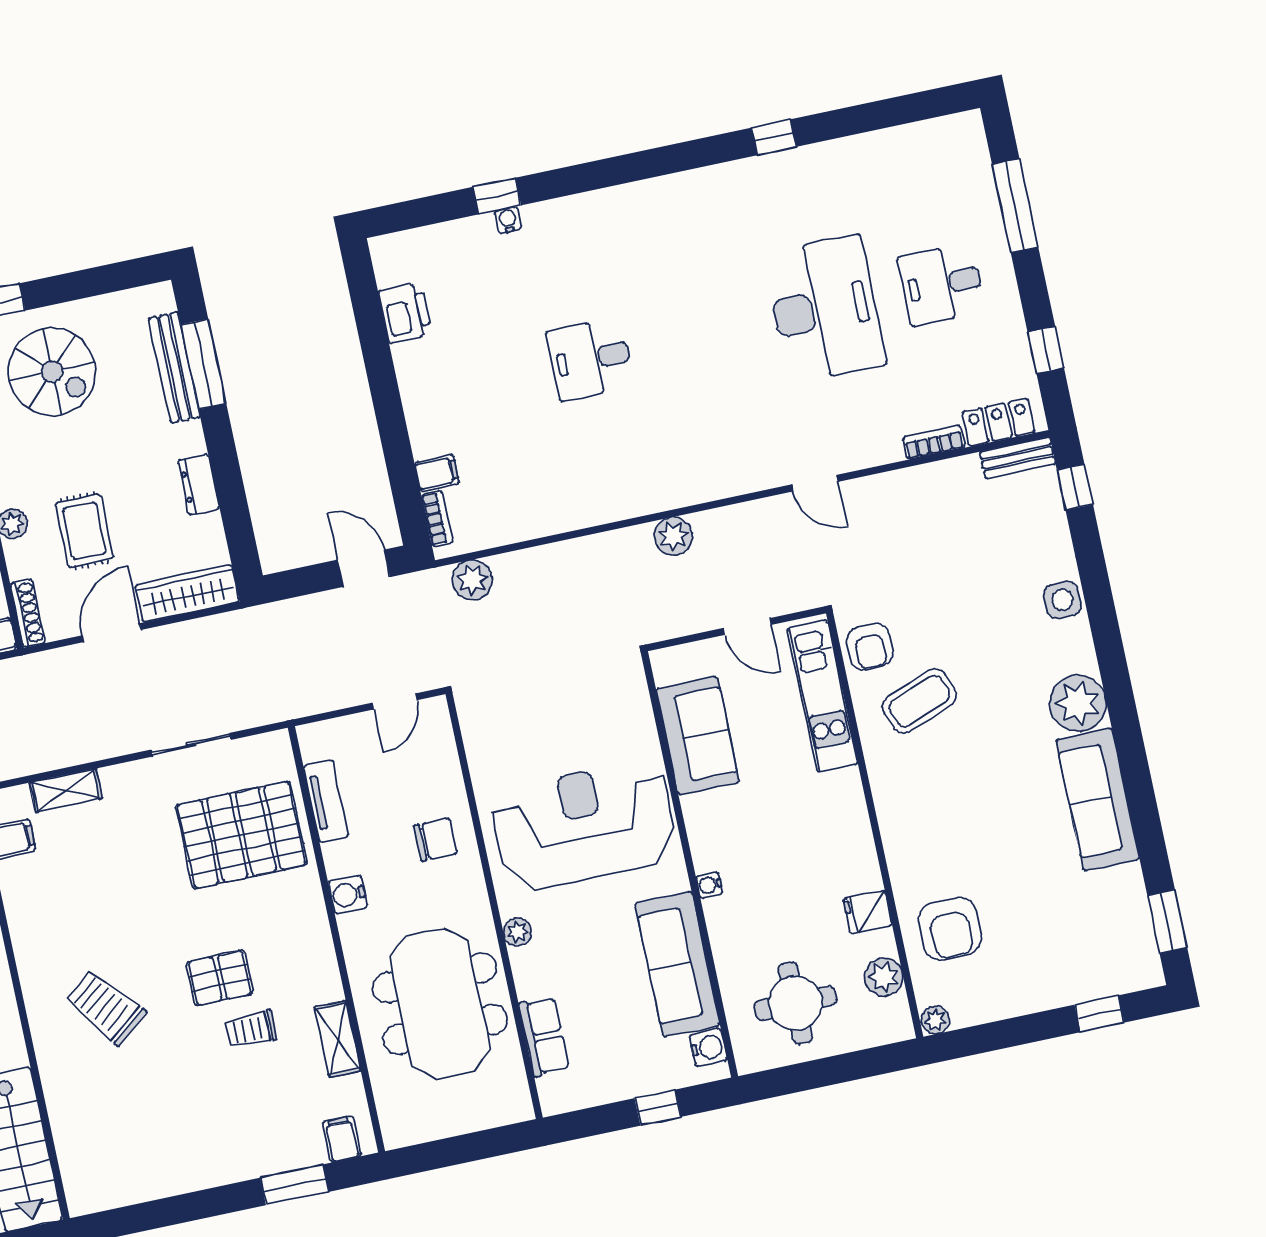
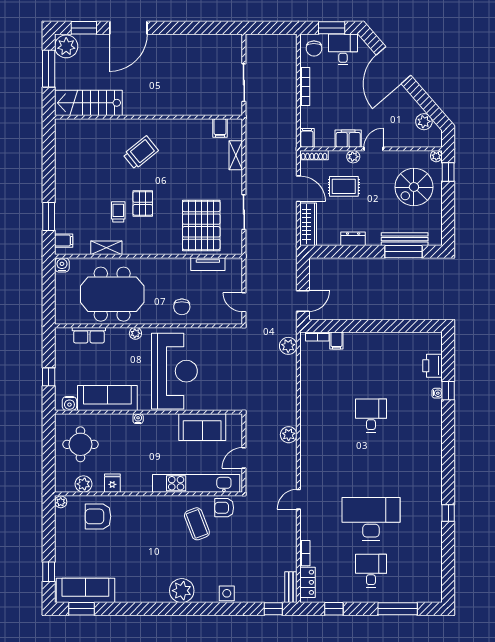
desk: (825, 309) -> (371, 519), turned 180
printer: (405, 313) -> (432, 366), moved, turned 90
kitchen unit: (822, 696) -> (196, 483), width x1.36
sofa: (1098, 799) -> (85, 590), moved
water cooler: (348, 895) -> (62, 265), moved

